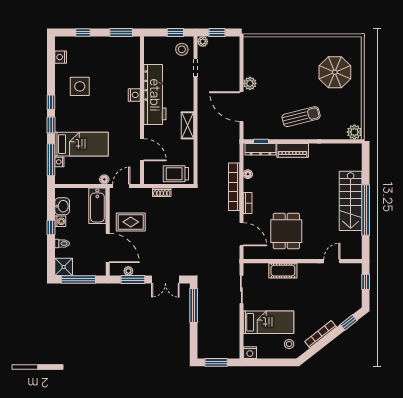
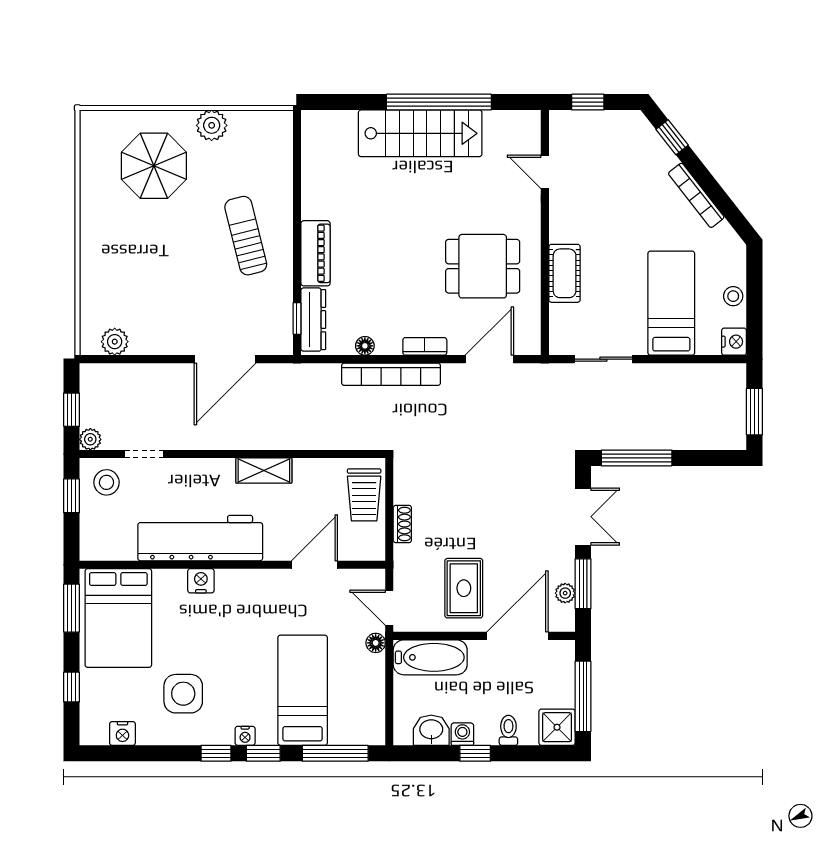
bed: (116, 55) -> (118, 618), added
plant: (250, 83) -> (115, 342), moved
plant: (354, 132) -> (212, 125), moved
nightstand: (59, 162) -> (245, 736), moved
stool: (289, 344) -> (733, 296), moved

